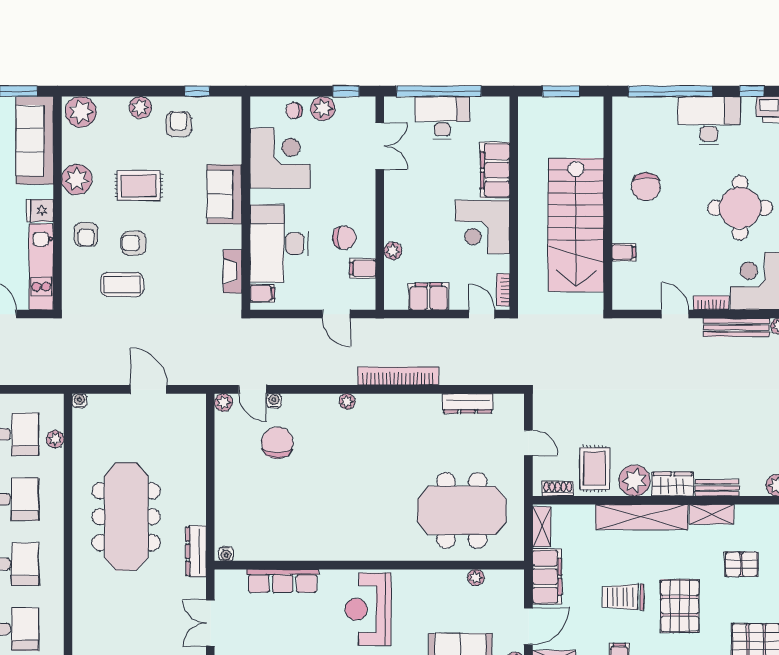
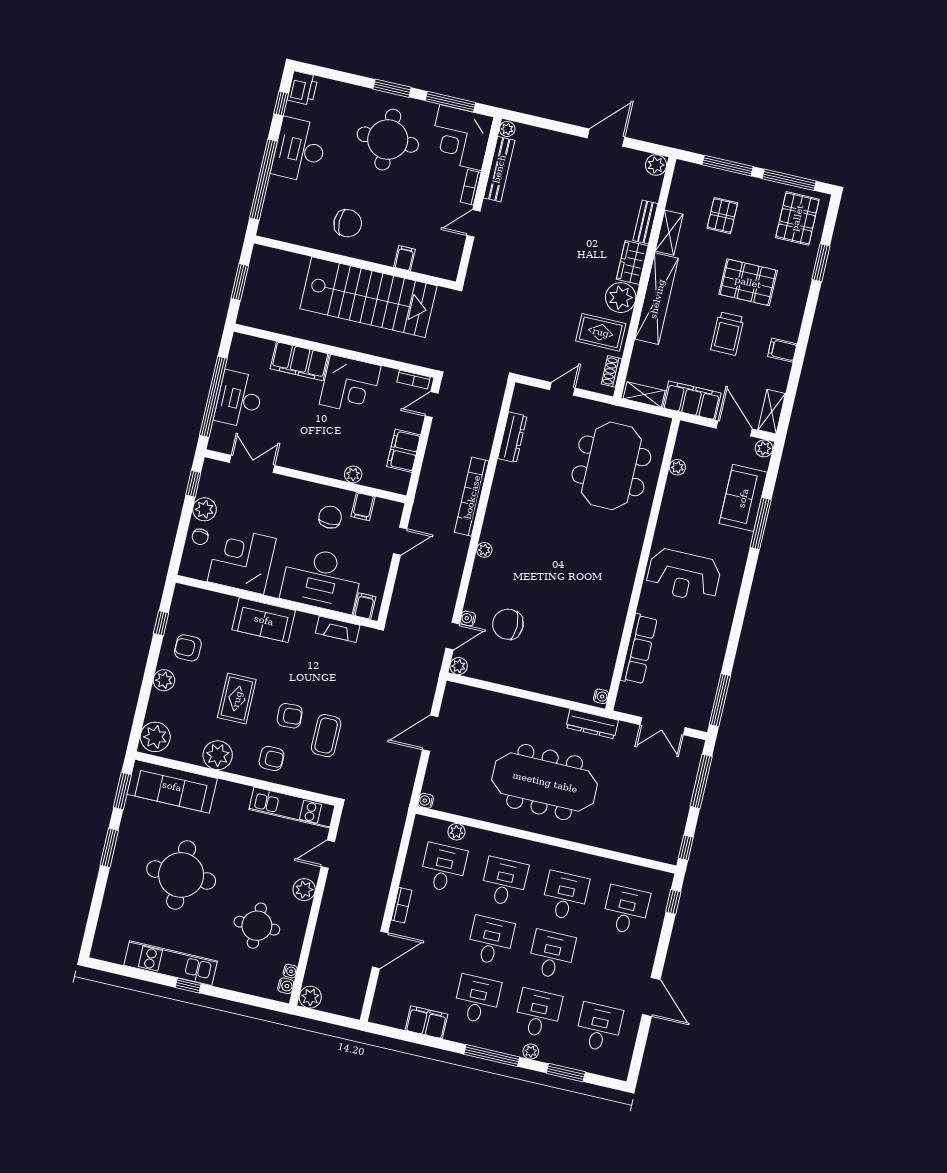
fridge: (40, 211) -> (239, 797), removed
armchair: (134, 243) -> (290, 716), turned -93

